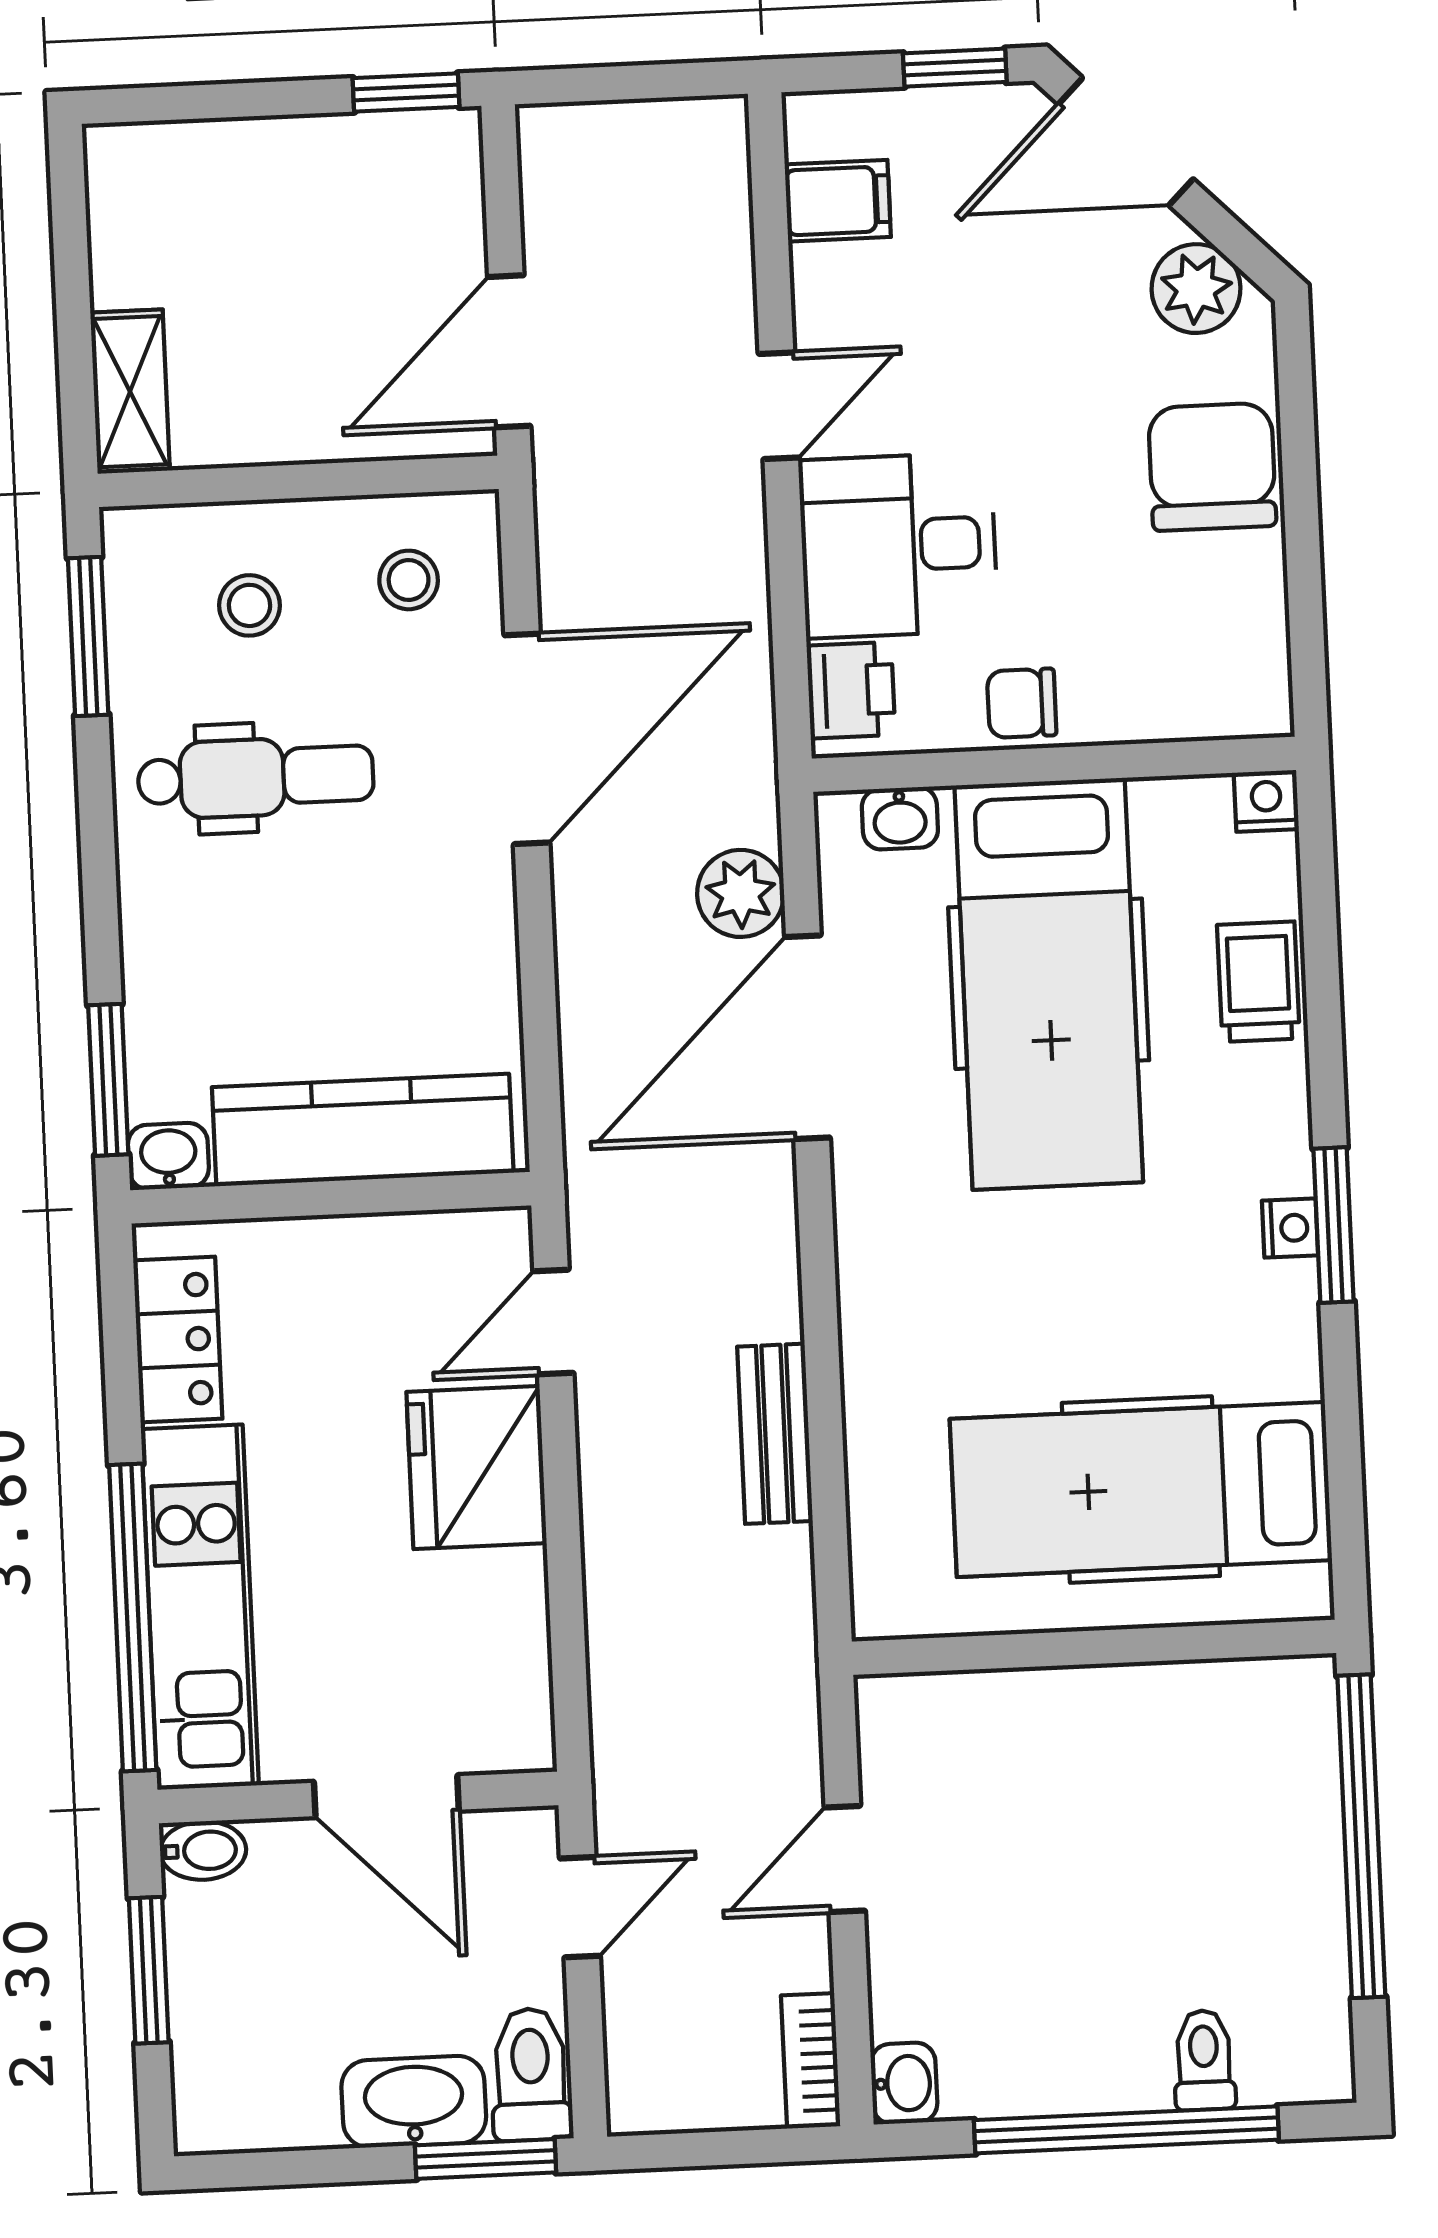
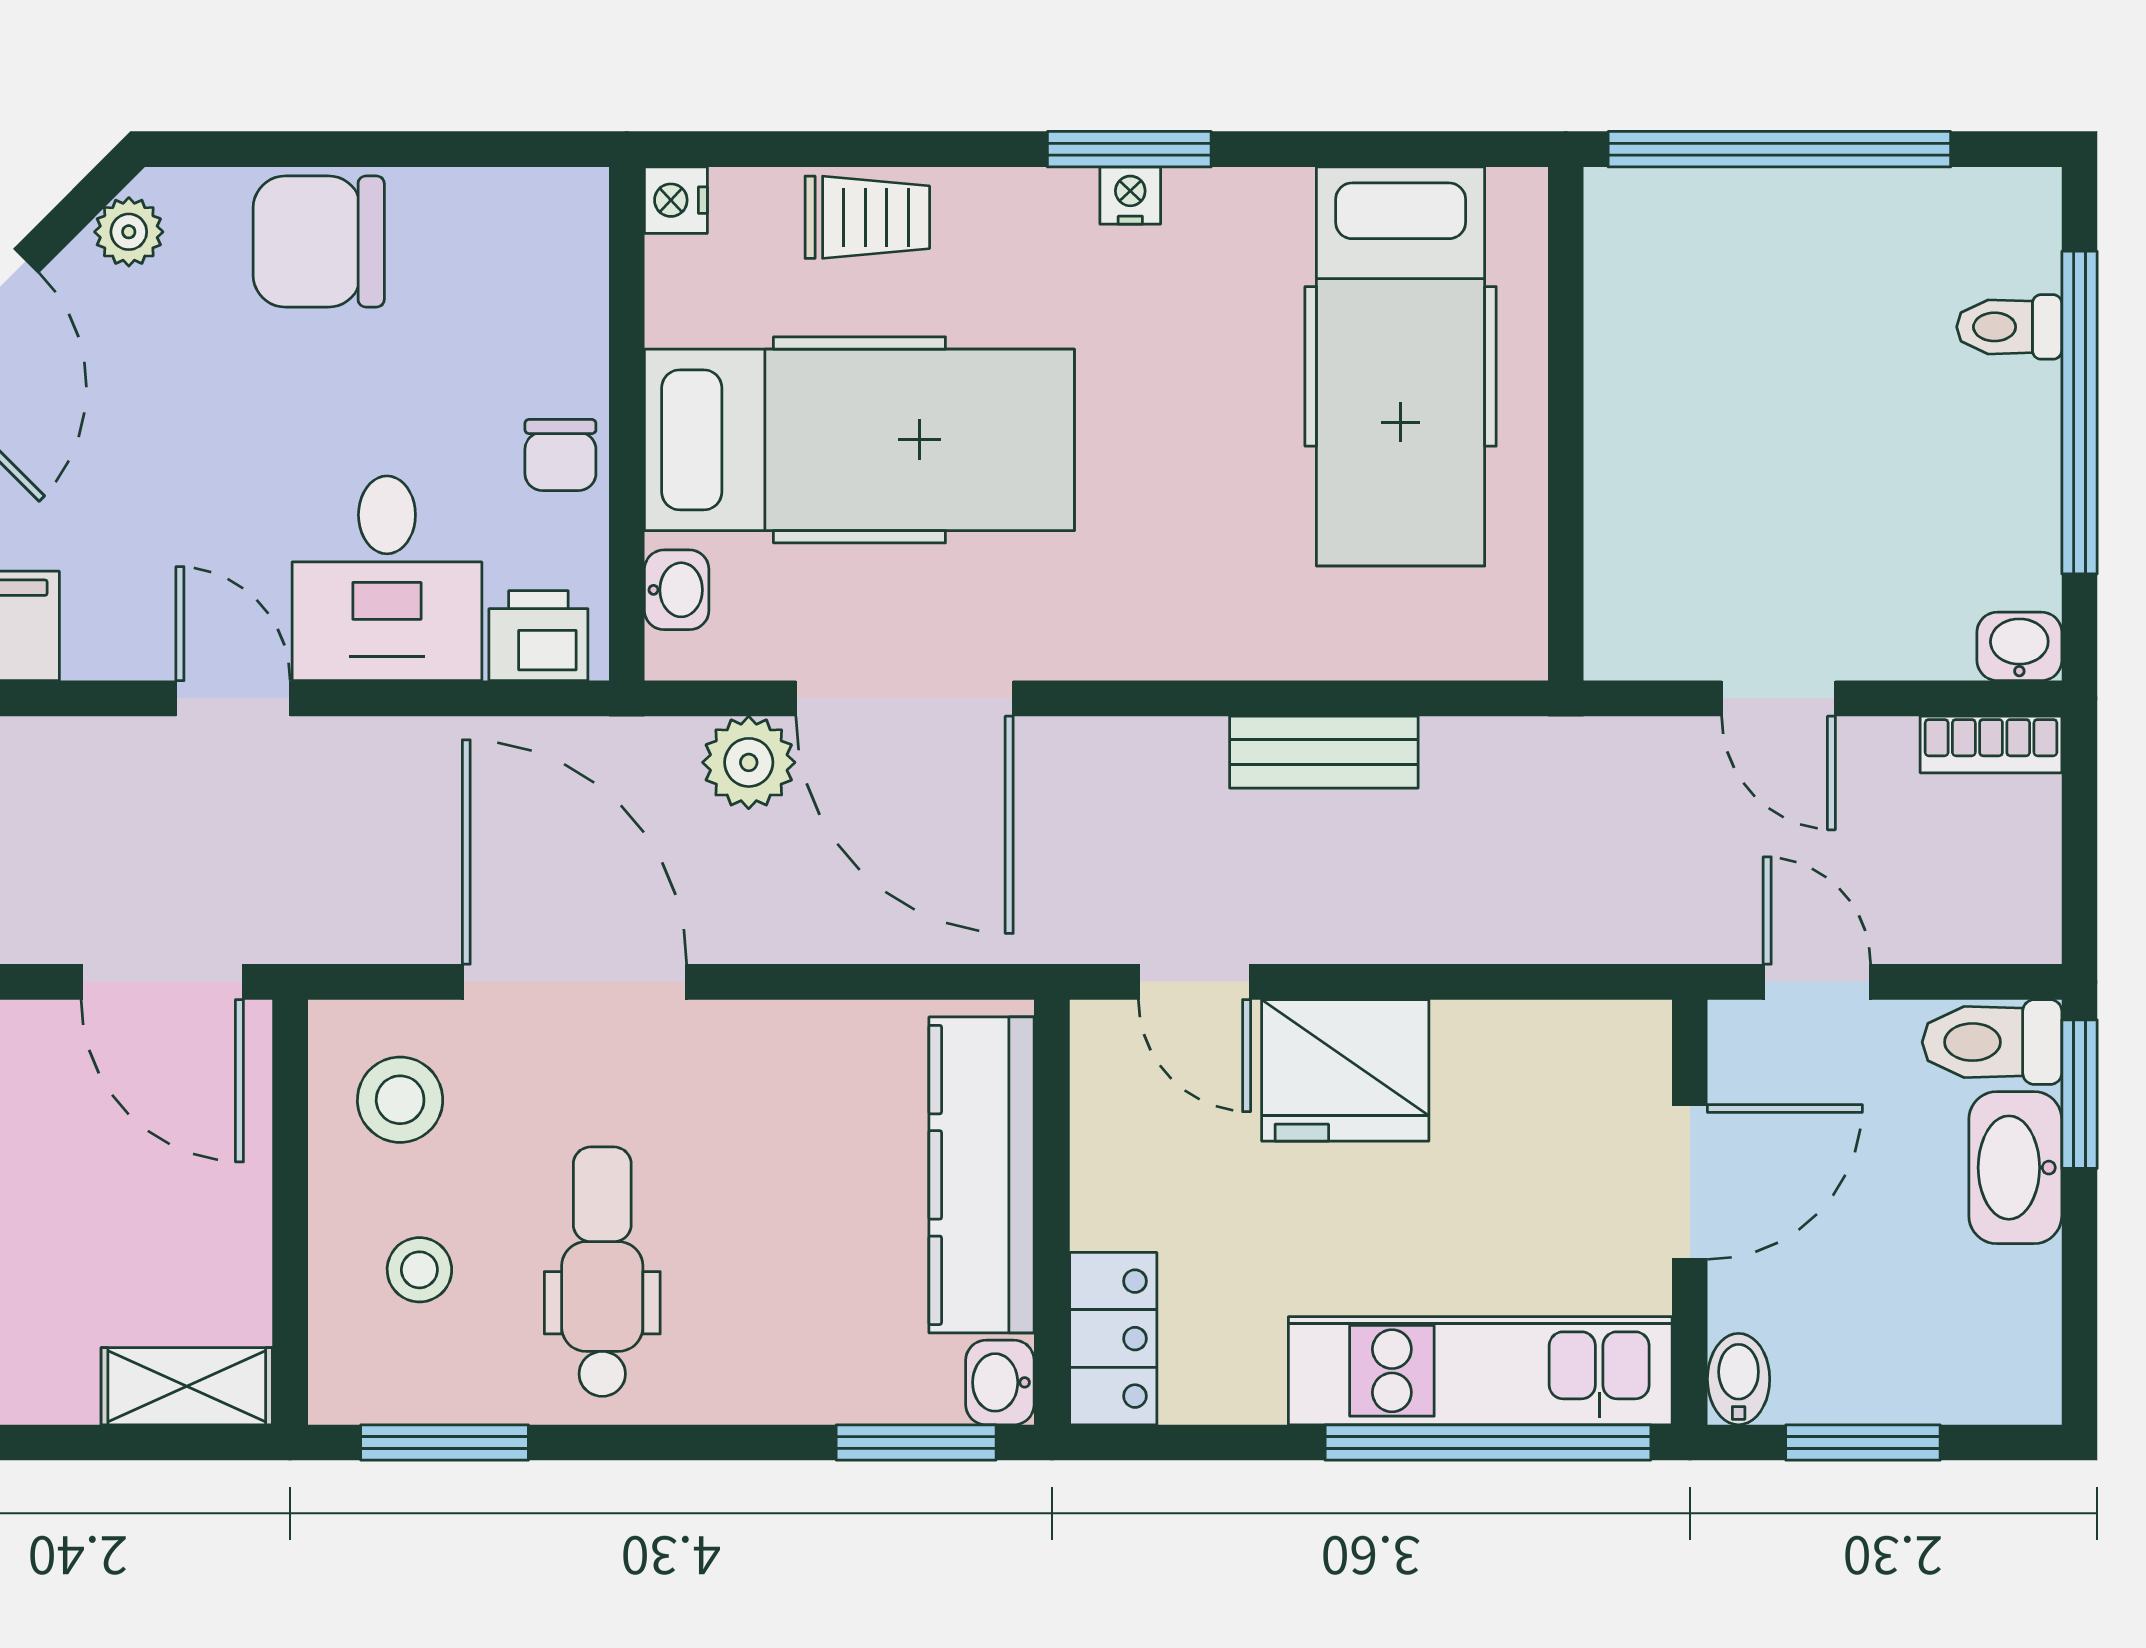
plant: (1196, 289) -> (129, 232), width x0.73, depth x0.73
stool: (409, 580) -> (400, 1100), width x1.37, depth x1.37
trolley: (1258, 982) -> (867, 217), turned 180
locker: (178, 1340) -> (1113, 1339), moved, turned 90

